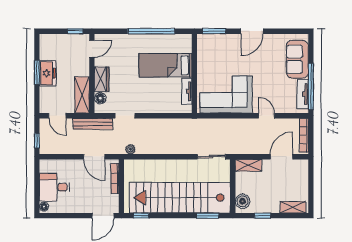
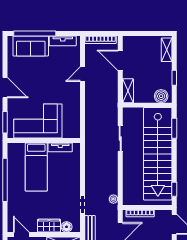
window: (311, 86) -> (35, 33), moved
corner sofa: (226, 95) -> (38, 121), moved, turned 90
sliding door: (211, 157) -> (120, 138), moved

